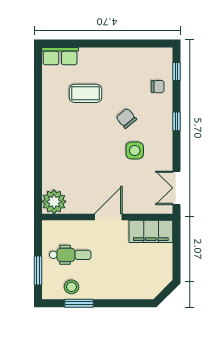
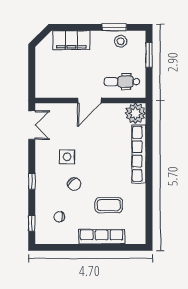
row of seats: (60, 56) -> (102, 237), moved, width x1.48
chair: (158, 87) -> (59, 217), moved
row of seats: (50, 154) -> (139, 154), added
filing cabinet: (151, 231) -> (71, 40), moved, turned 180
dental chair: (70, 255) -> (122, 82), moved

